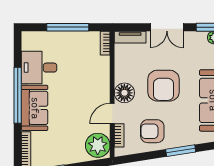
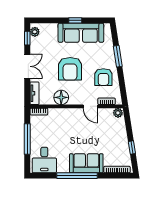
desk: (39, 68) -> (44, 160), moved
armchair: (164, 86) -> (70, 69), turned 90
floor lamp: (124, 93) -> (61, 97), moved
plant: (98, 145) -> (118, 113), width x0.53, depth x0.53

